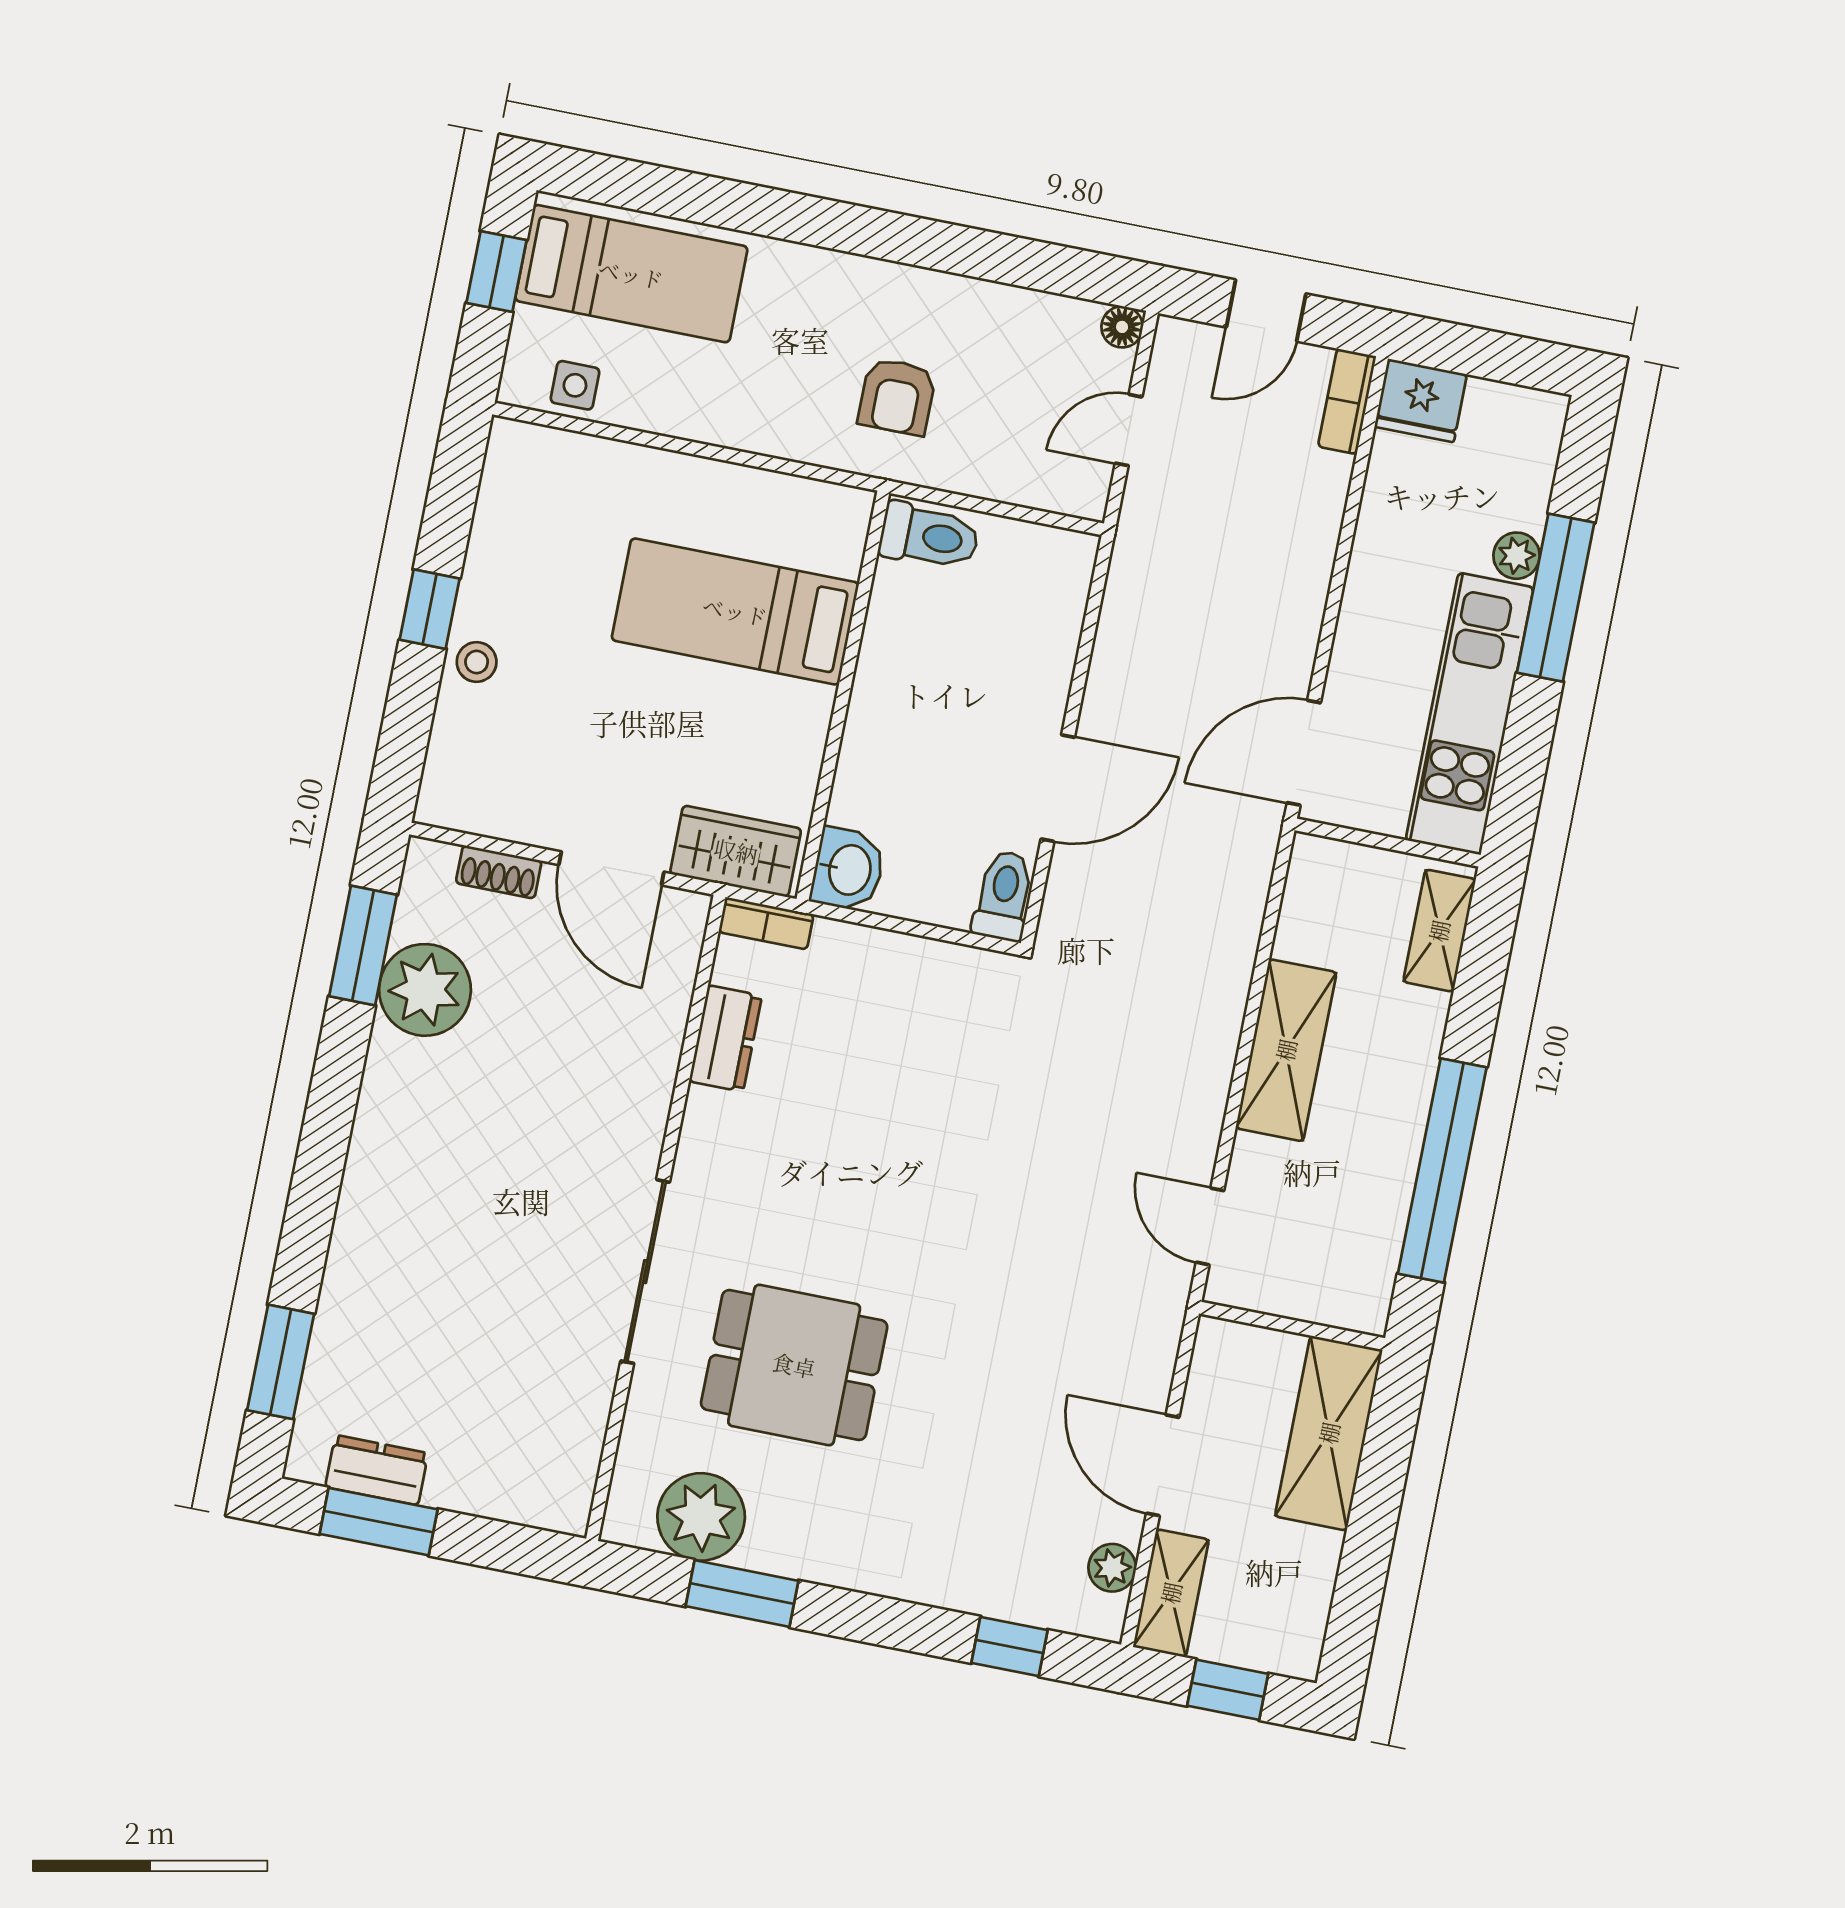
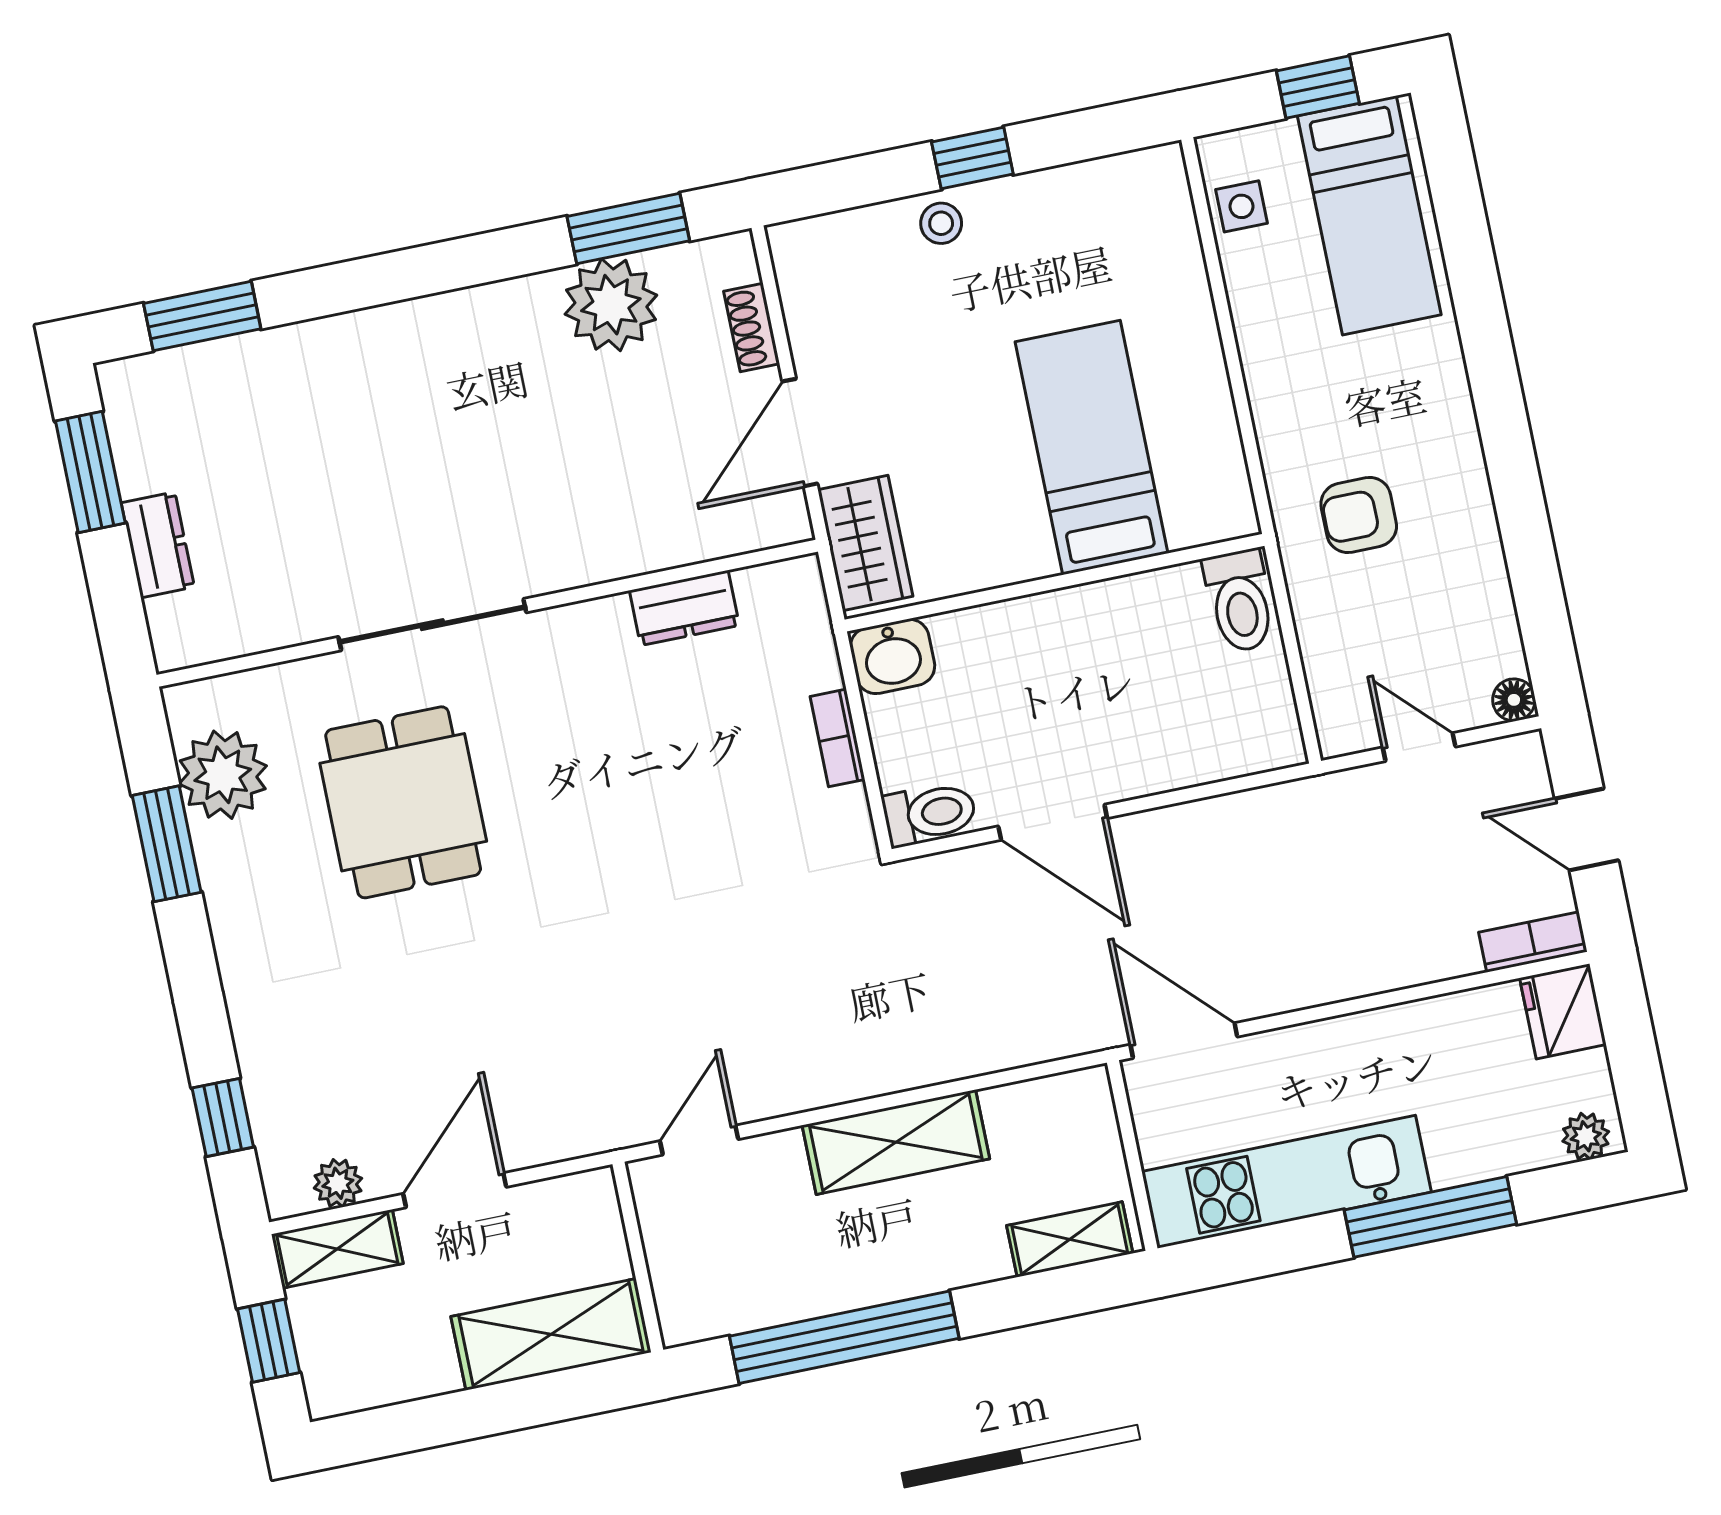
plant: (1517, 556) -> (1586, 1136), moved
bookcase: (766, 923) -> (837, 738), moved
dresser: (377, 1470) -> (158, 545), moved

